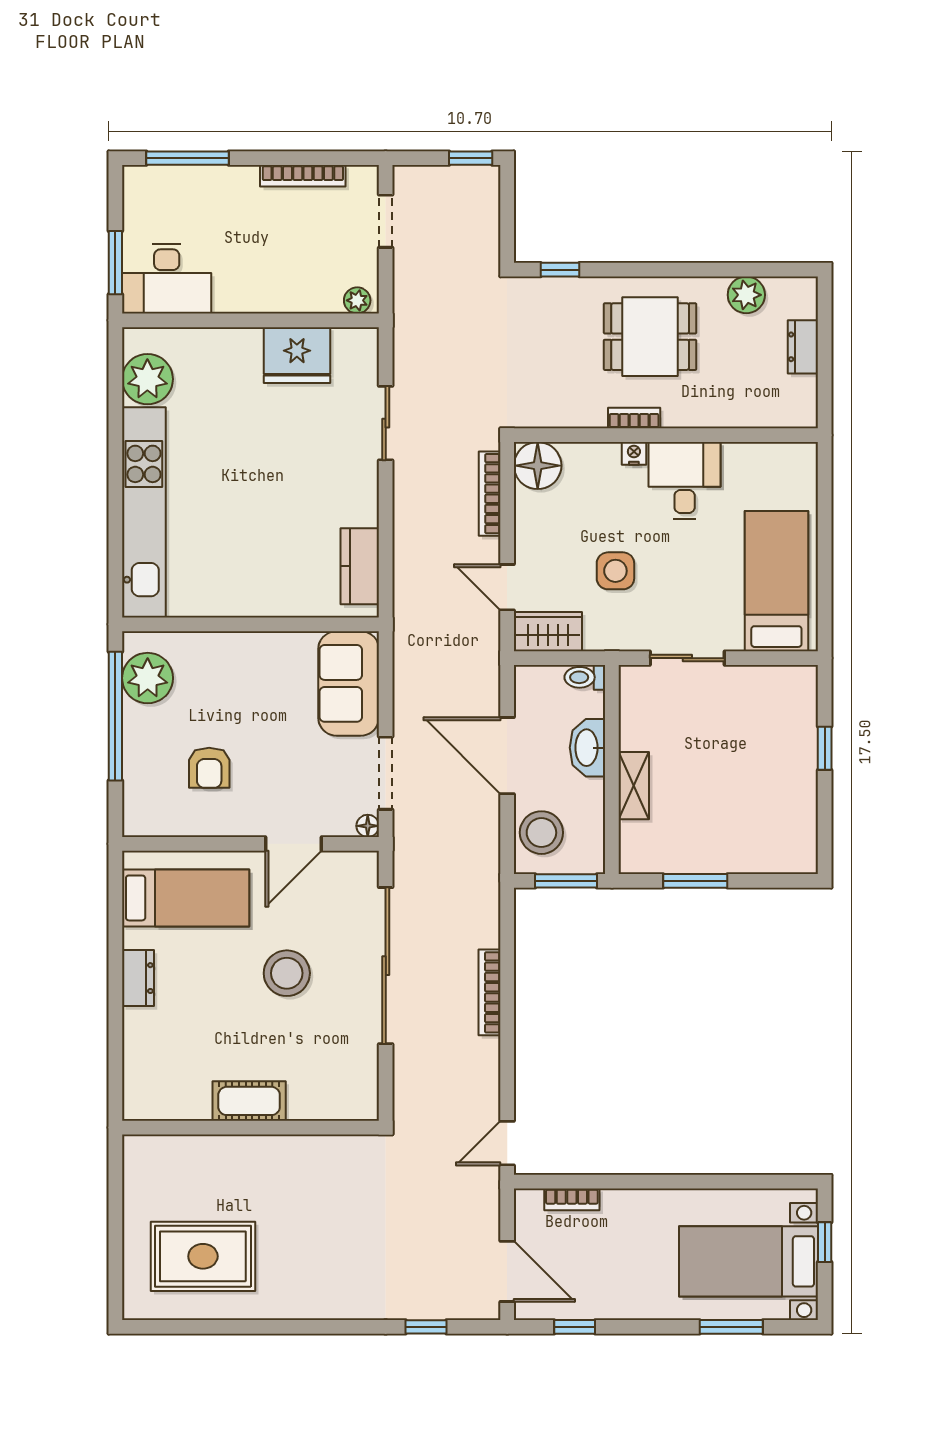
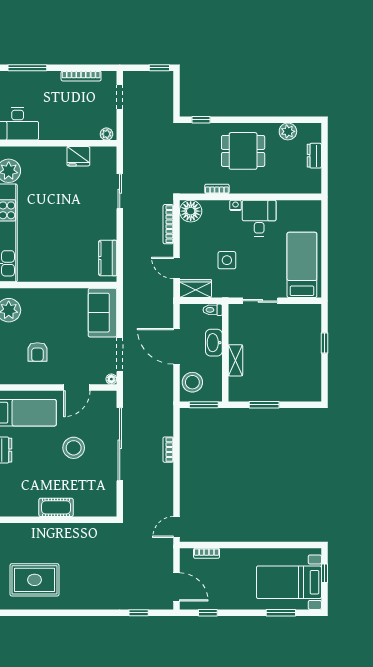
fridge: (297, 355) -> (78, 156), width x0.73, depth x0.75
bookcase: (634, 418) -> (217, 189), moved
bookcase: (490, 992) -> (168, 450), width x0.64

